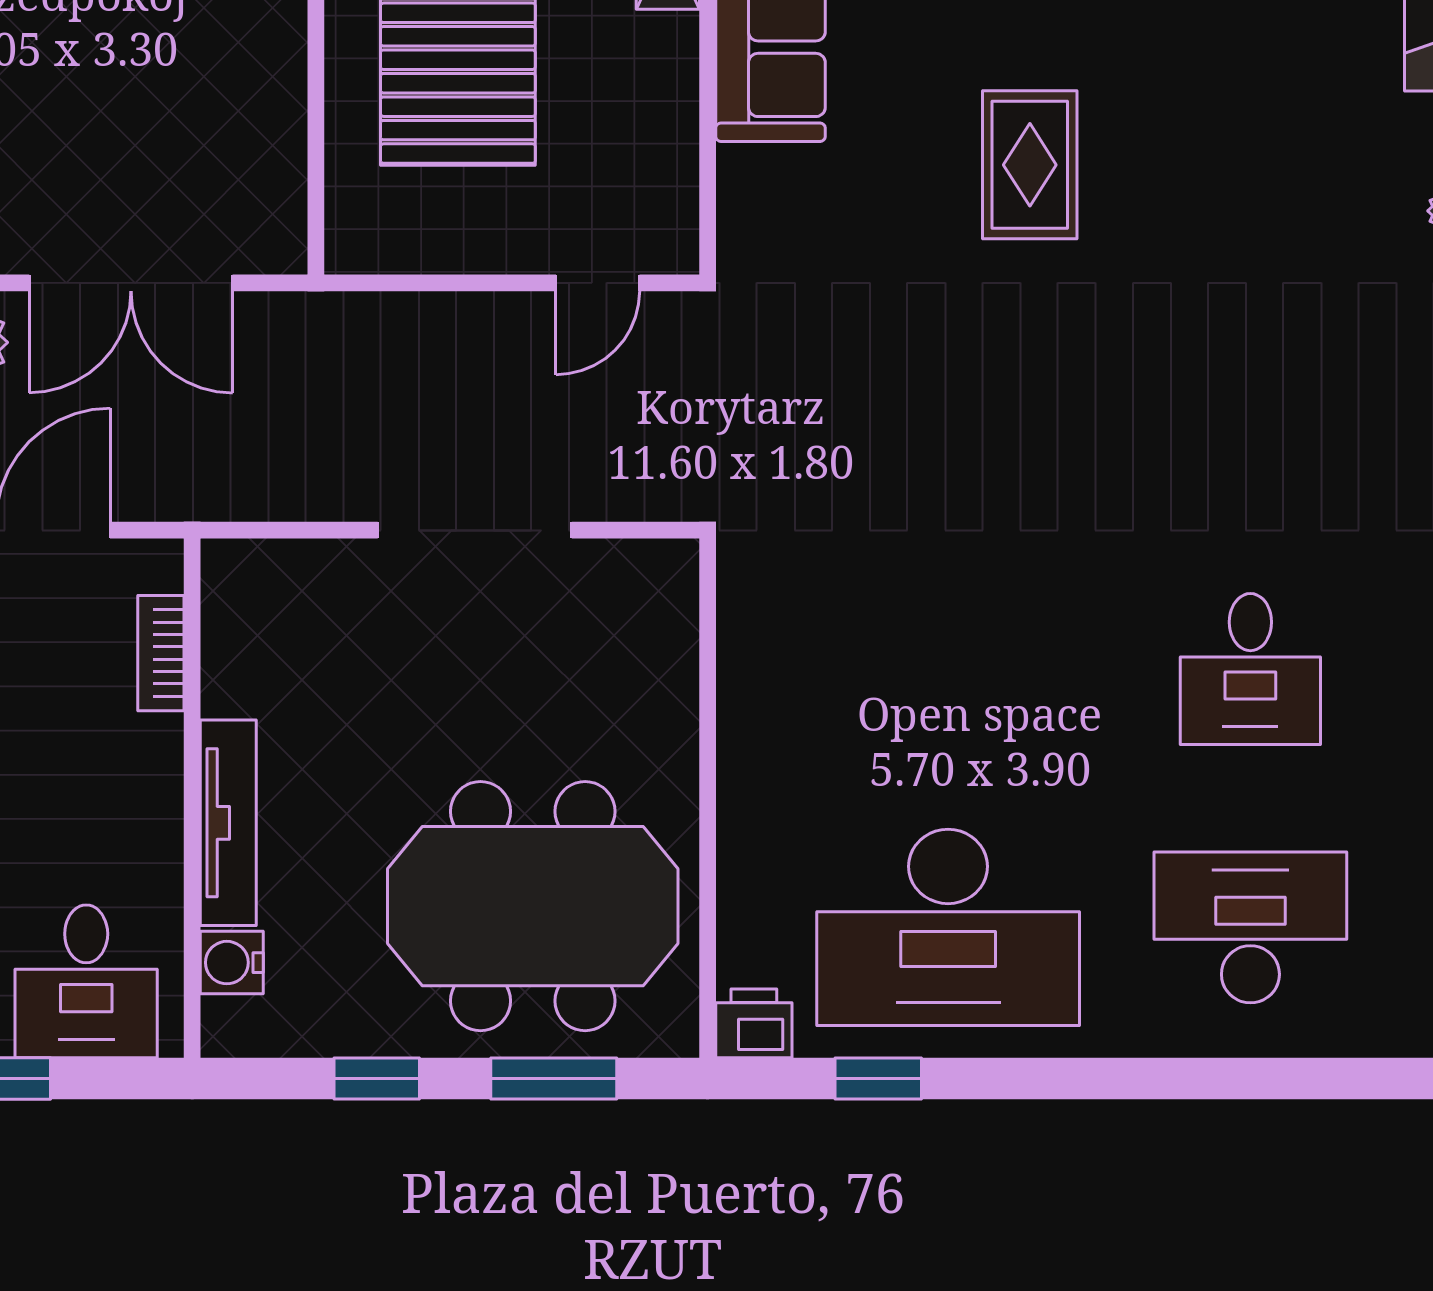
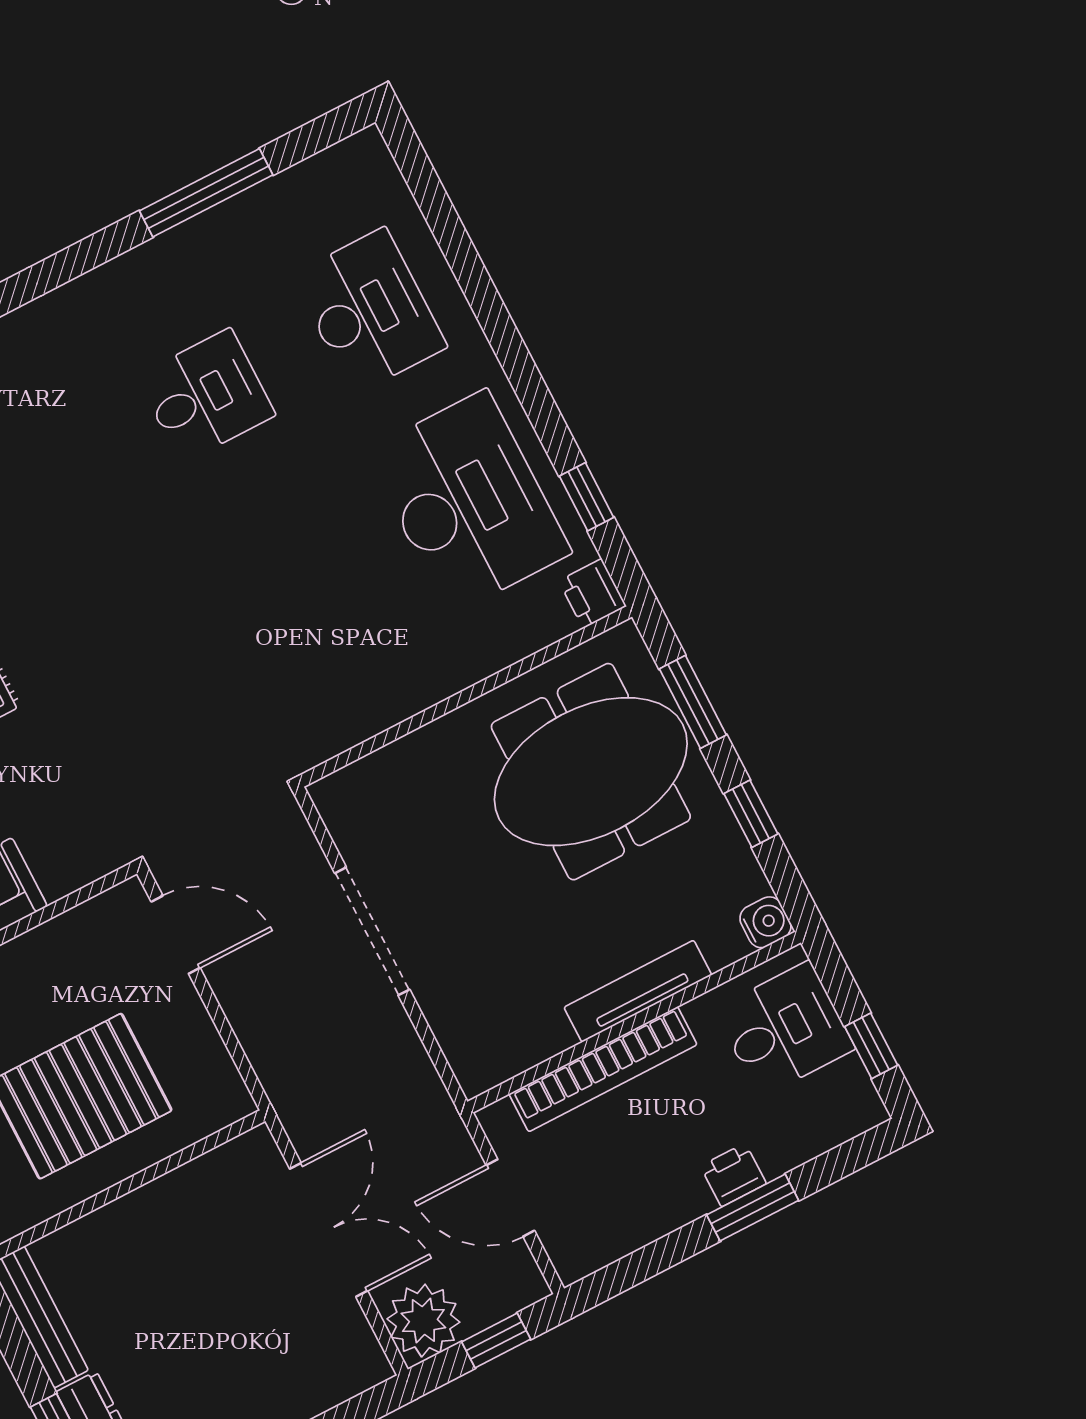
door: (598, 283) -> (176, 935), width x1.38
bookcase: (161, 653) -> (603, 1069), width x2.31, depth x1.31
meeting table: (533, 906) -> (591, 772), turned 90
desk: (1250, 927) -> (369, 311), turned 180
water cooler: (232, 963) -> (765, 922), moved, turned -90

